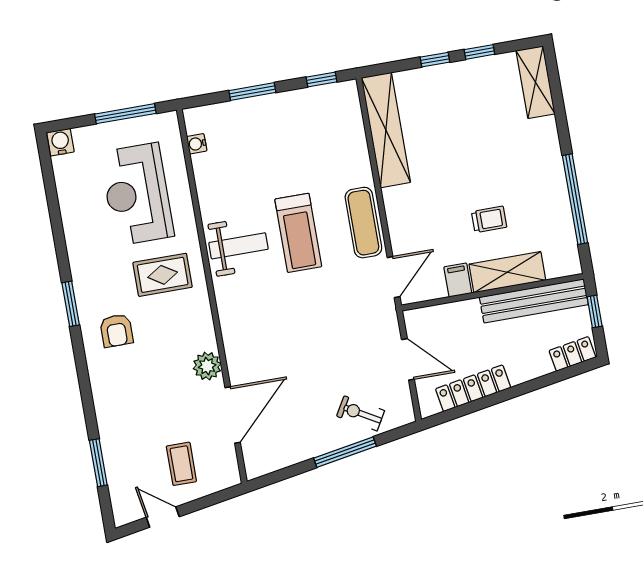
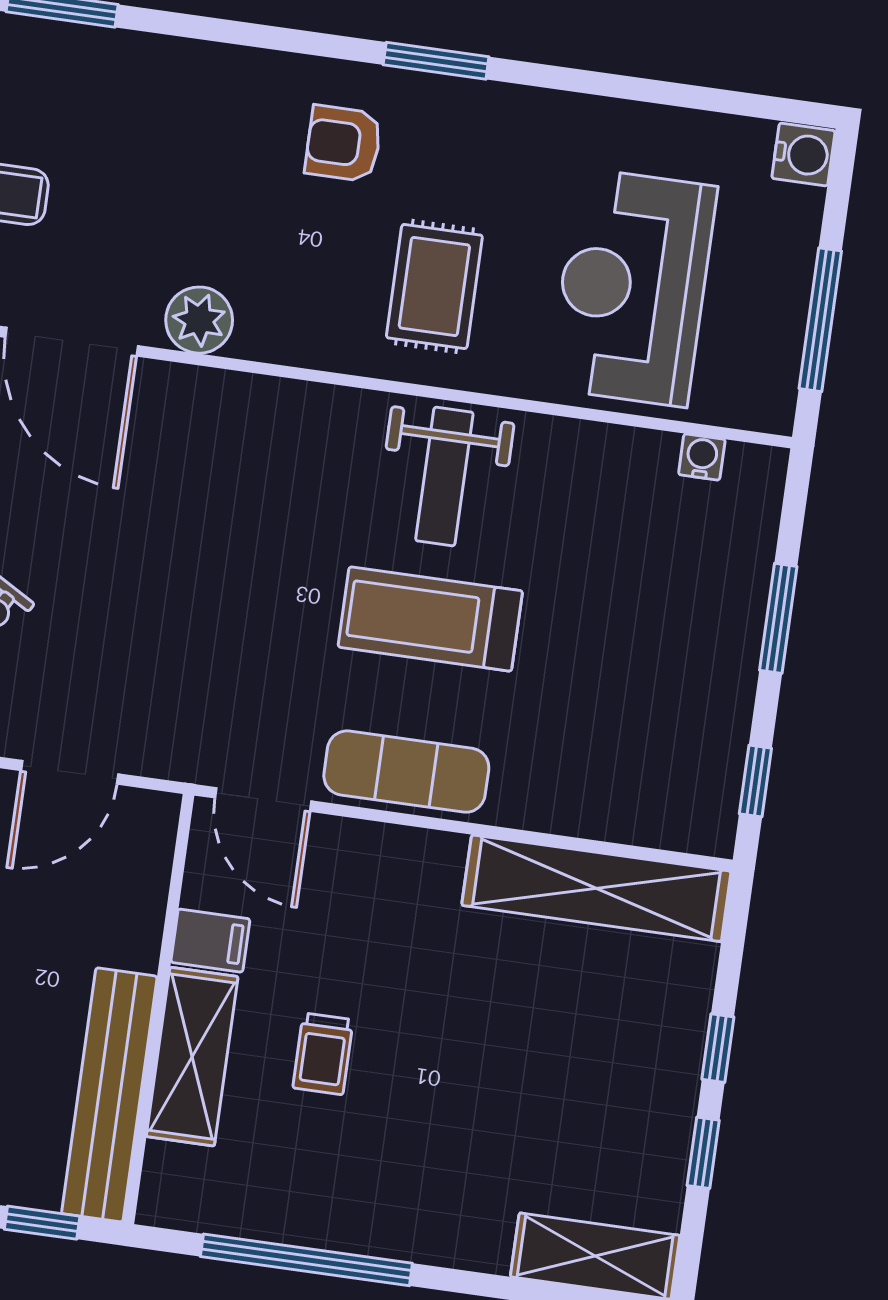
reception desk: (137, 194) -> (633, 287), turned -90

